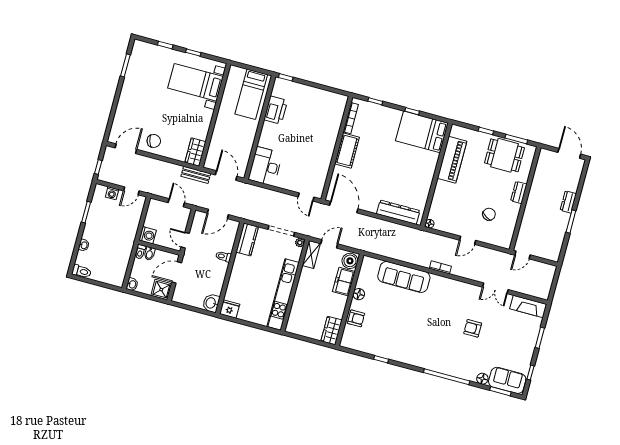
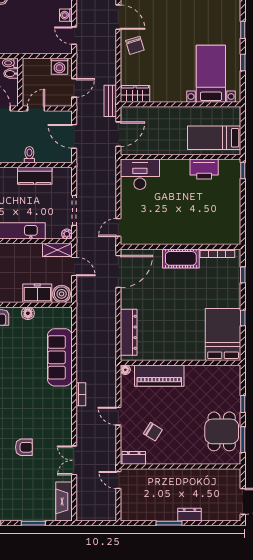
piano: (452, 160) -> (159, 376), moved
dresser: (519, 192) -> (134, 458), moved
washing machine: (148, 235) -> (59, 66), moved
kitchen counter: (247, 239) -> (35, 176), moved
armchair: (473, 328) -> (24, 447), turned 90

